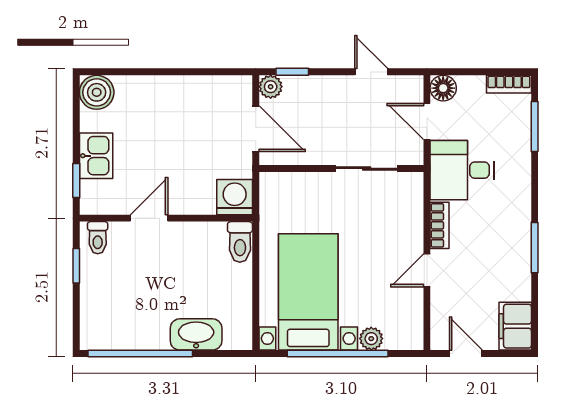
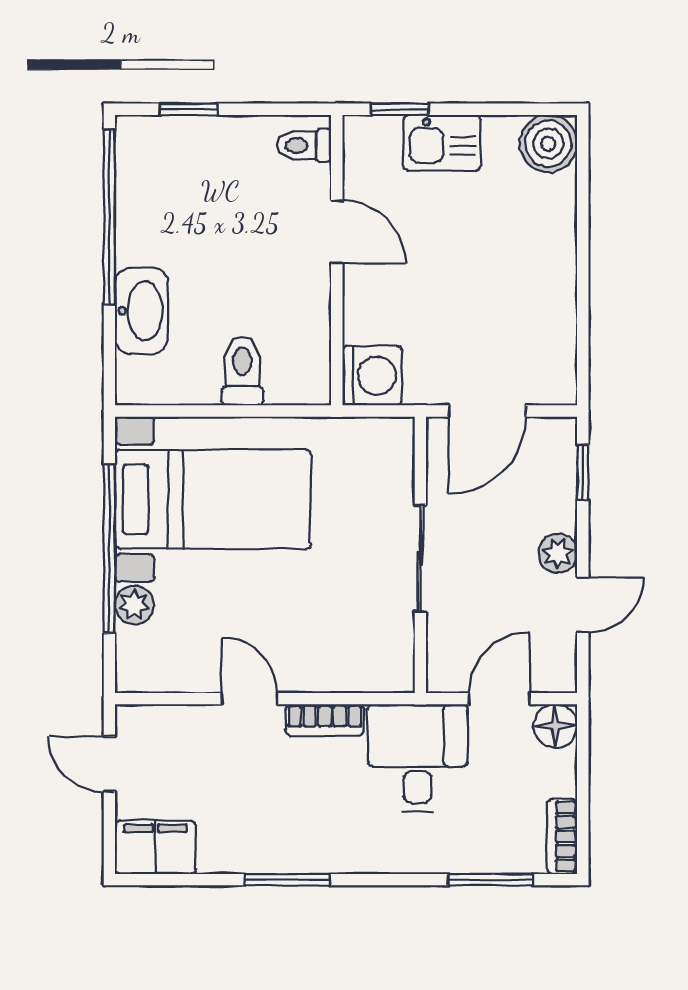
plant: (271, 87) -> (558, 553), moved
sliding door: (367, 168) -> (420, 558), moved
toilet: (240, 242) -> (242, 371), moved, turned 90
window: (76, 266) -> (189, 109), moved
door: (466, 353) -> (109, 764), swing flipped

